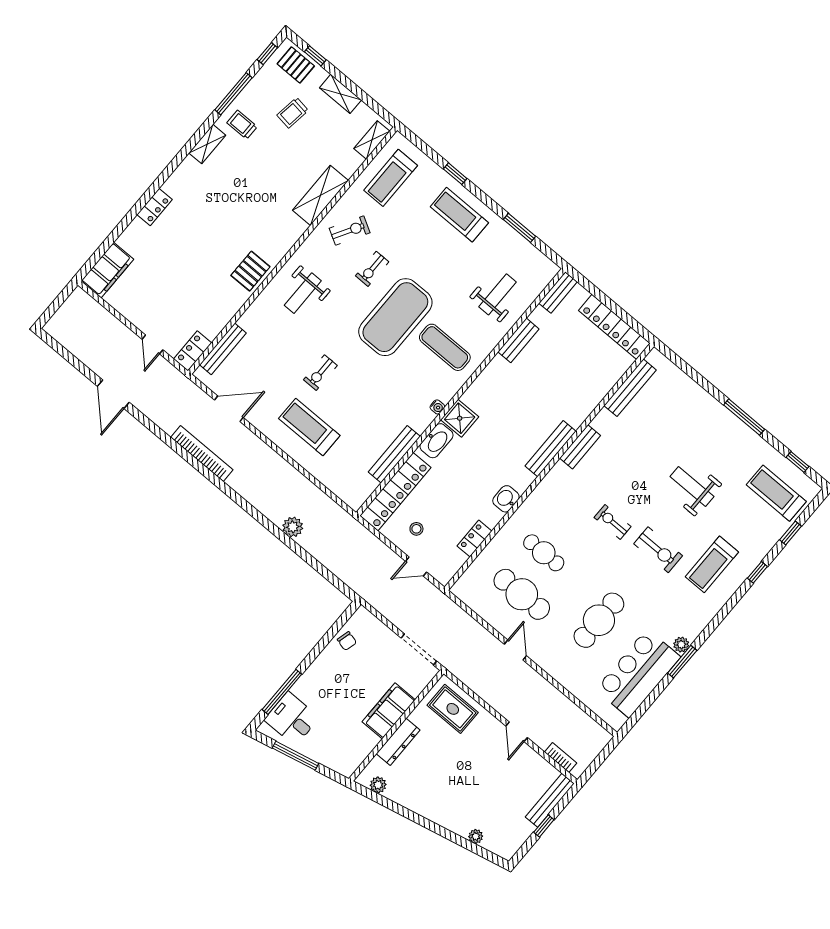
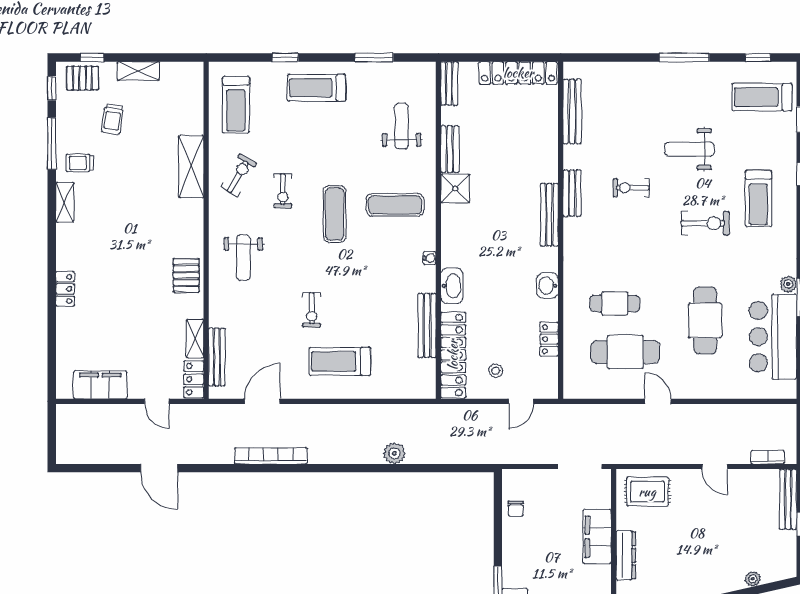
shelving: (372, 140) -> (195, 339), moved
filing cabinet: (107, 270) -> (100, 385), moved, turned -90
exercise mat: (395, 317) -> (335, 214), width x0.50, depth x0.69
shower: (460, 418) -> (455, 189), moved
exercise bike: (613, 522) -> (631, 188), moved
chair: (347, 641) -> (516, 509), turned 75

